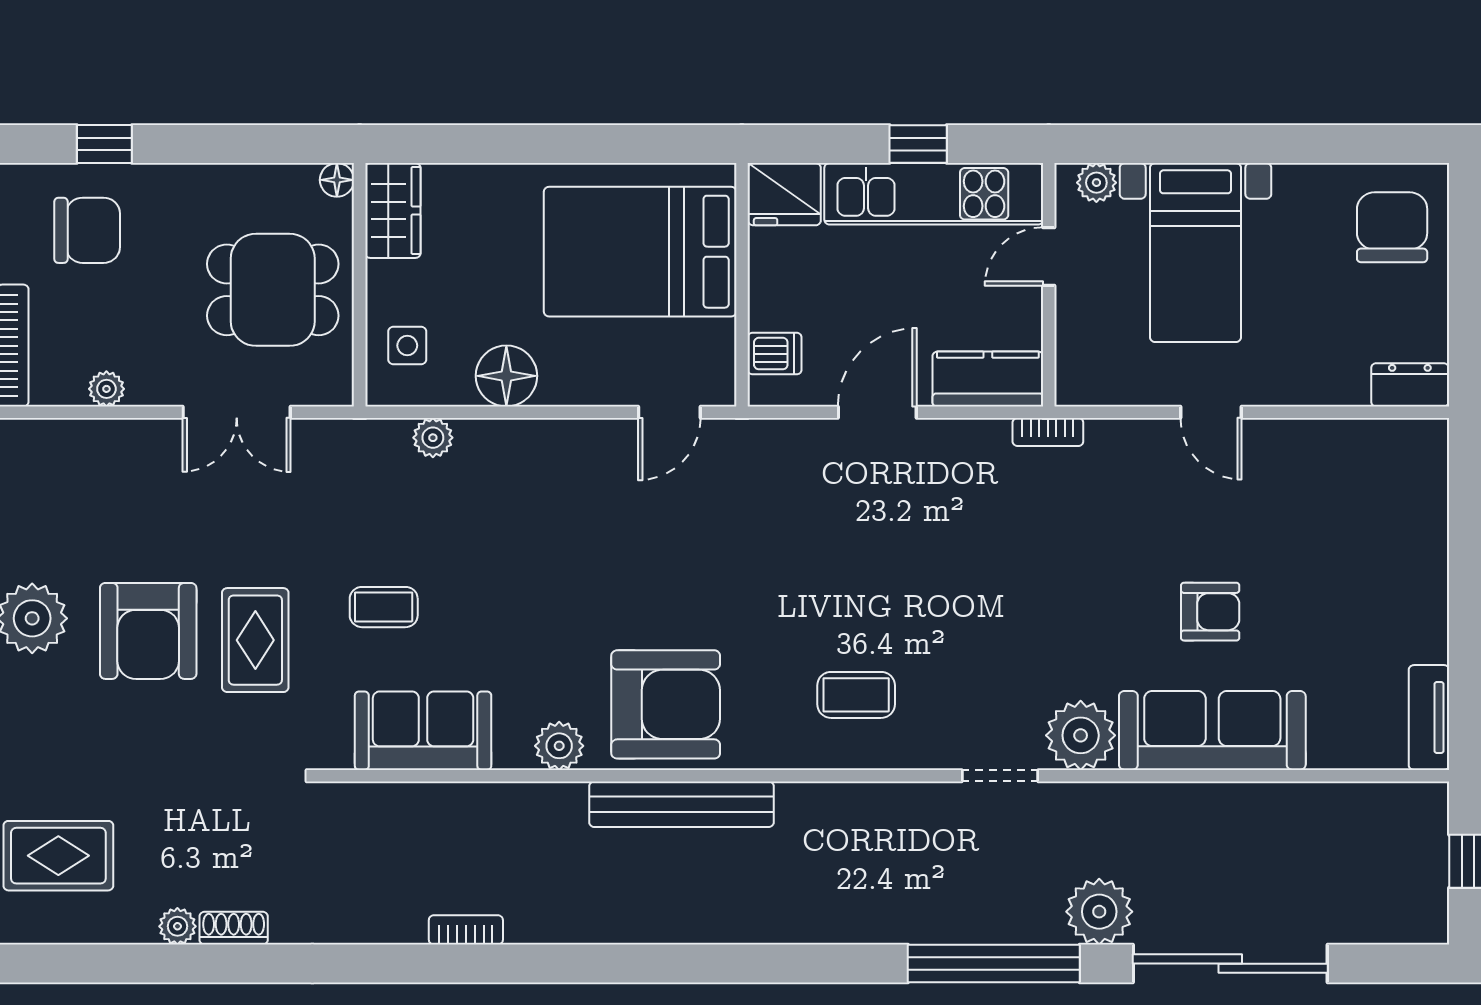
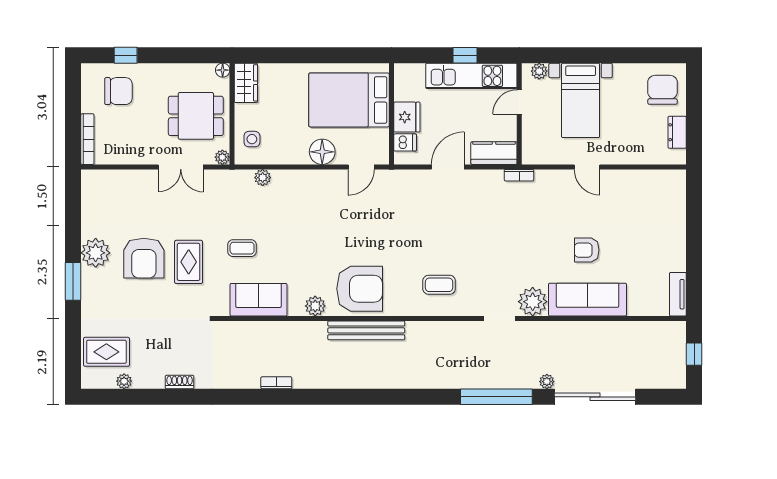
fridge: (784, 194) -> (407, 117), moved, turned -90
floor lamp: (506, 376) -> (322, 152), moved
dresser: (1410, 385) -> (677, 132), moved, turned -90
plant: (106, 389) -> (222, 157), moved
armchair: (1210, 612) -> (587, 250), turned 180
plant: (1099, 912) -> (547, 382), width x0.53, depth x0.53
plant: (177, 926) -> (124, 381), moved

